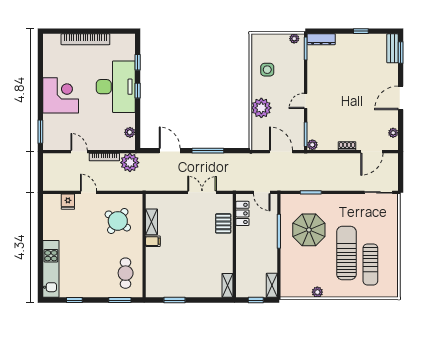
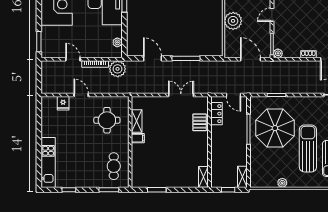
round table: (118, 221) -> (107, 120), turned -36
parasol: (309, 230) -> (275, 128), width x1.36, depth x1.36

